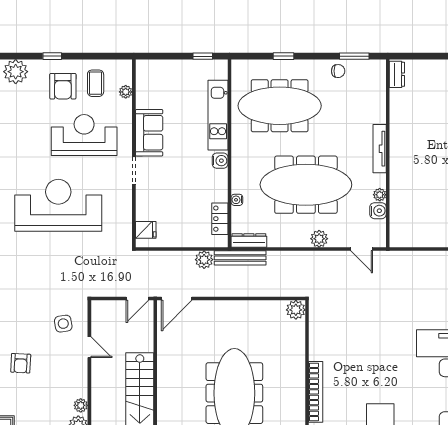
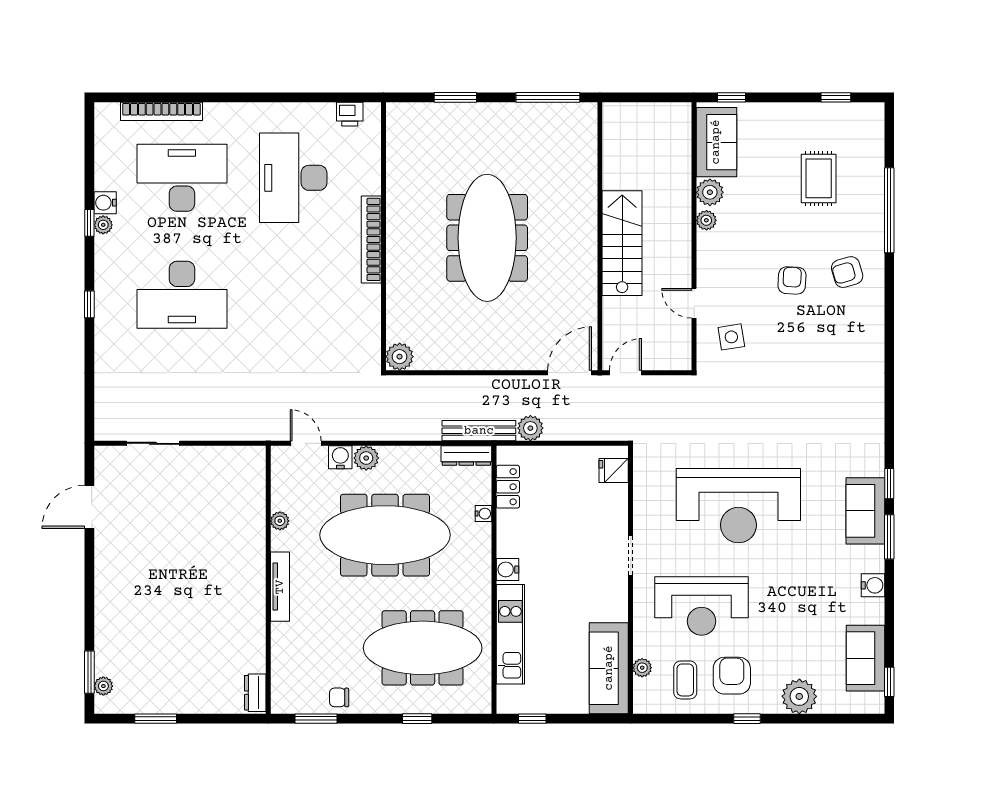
sofa: (149, 133) -> (609, 668), moved, width x1.36
water cooler: (378, 211) -> (340, 457), moved, turned 90

